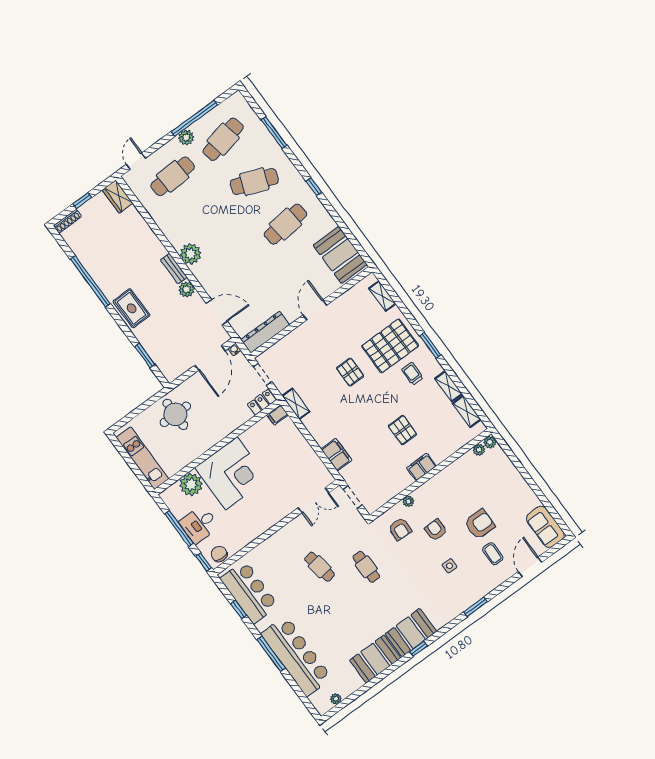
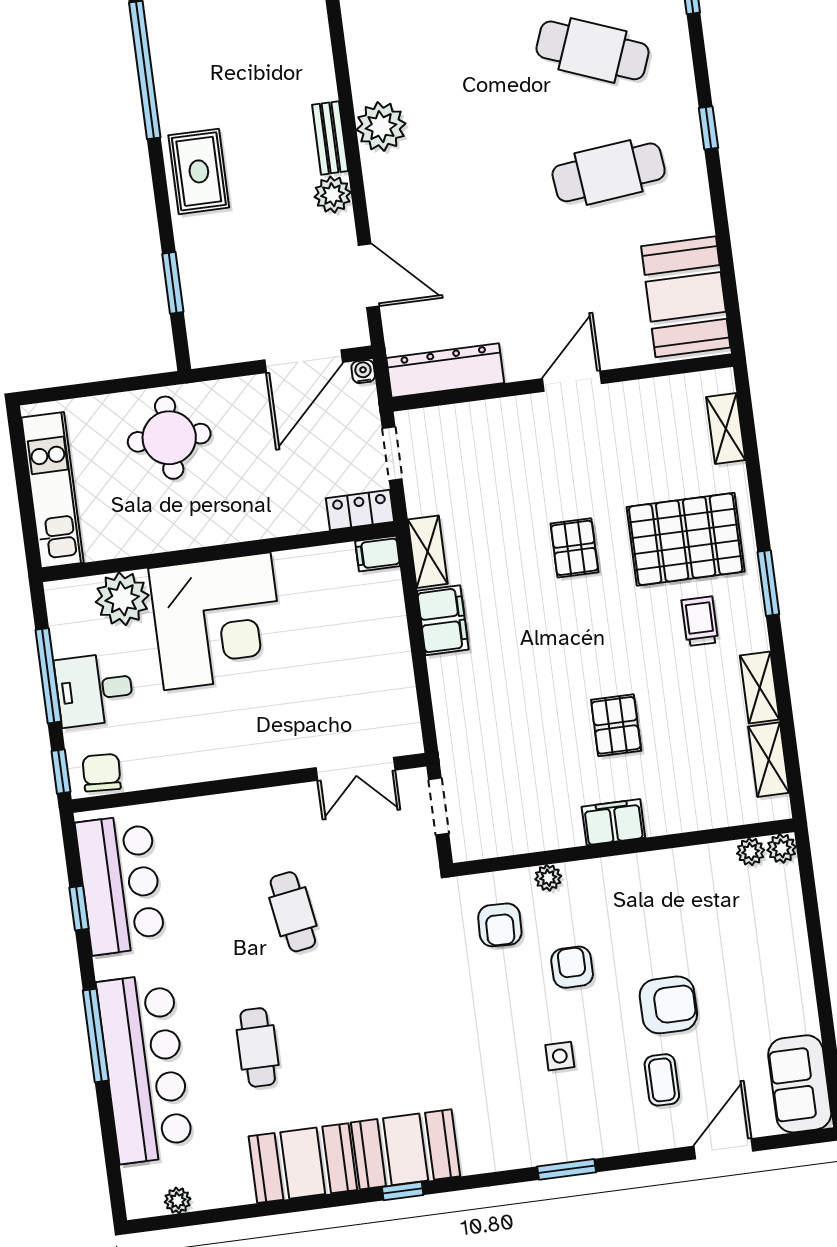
filing cabinet: (336, 455) -> (443, 620), moved
cafe table: (366, 567) -> (258, 1047), moved

